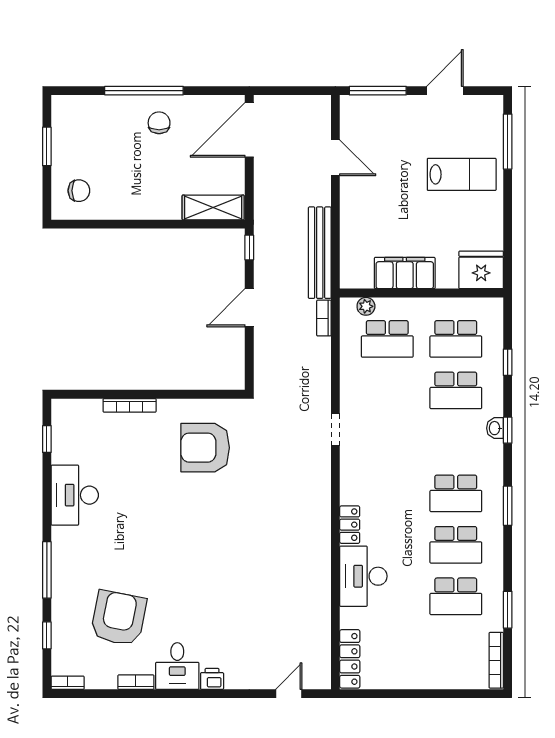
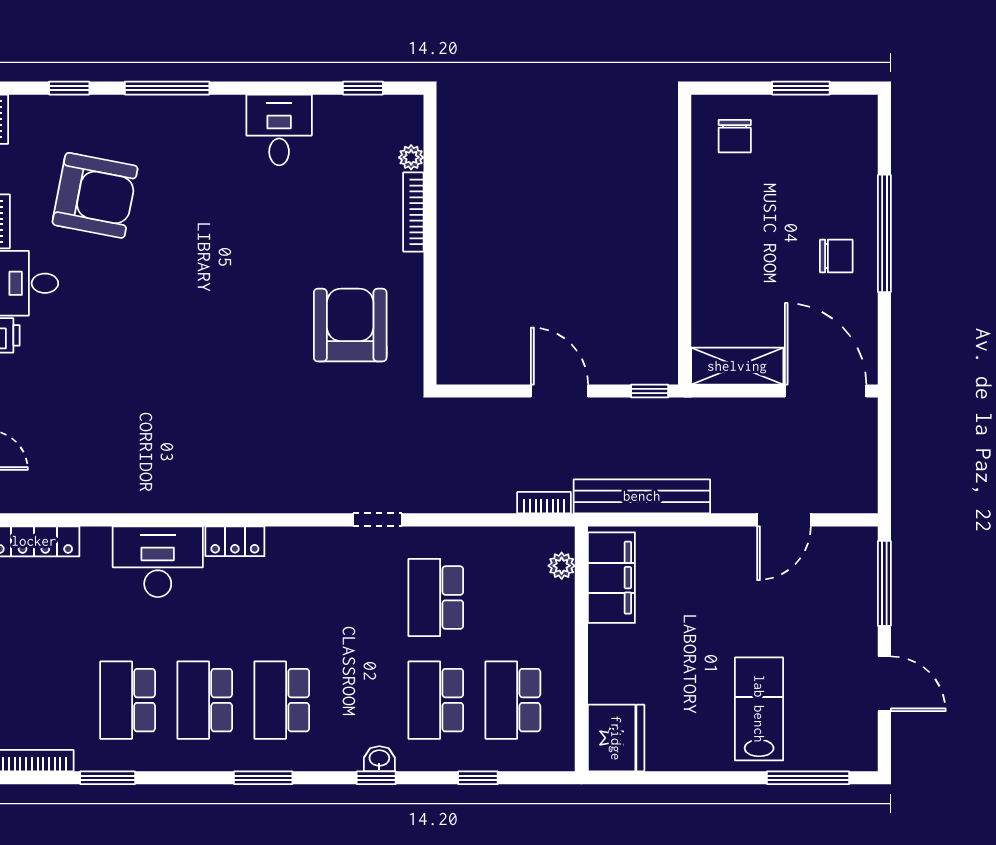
lab bench: (462, 174) -> (759, 709), turned 180
shelving: (213, 207) -> (737, 366), moved, turned 90
filing cabinet: (405, 273) -> (611, 578), moved
school desk: (387, 339) -> (436, 598), moved
plant: (93, 407) -> (411, 157), added
desk: (75, 495) -> (279, 130), width x0.73

